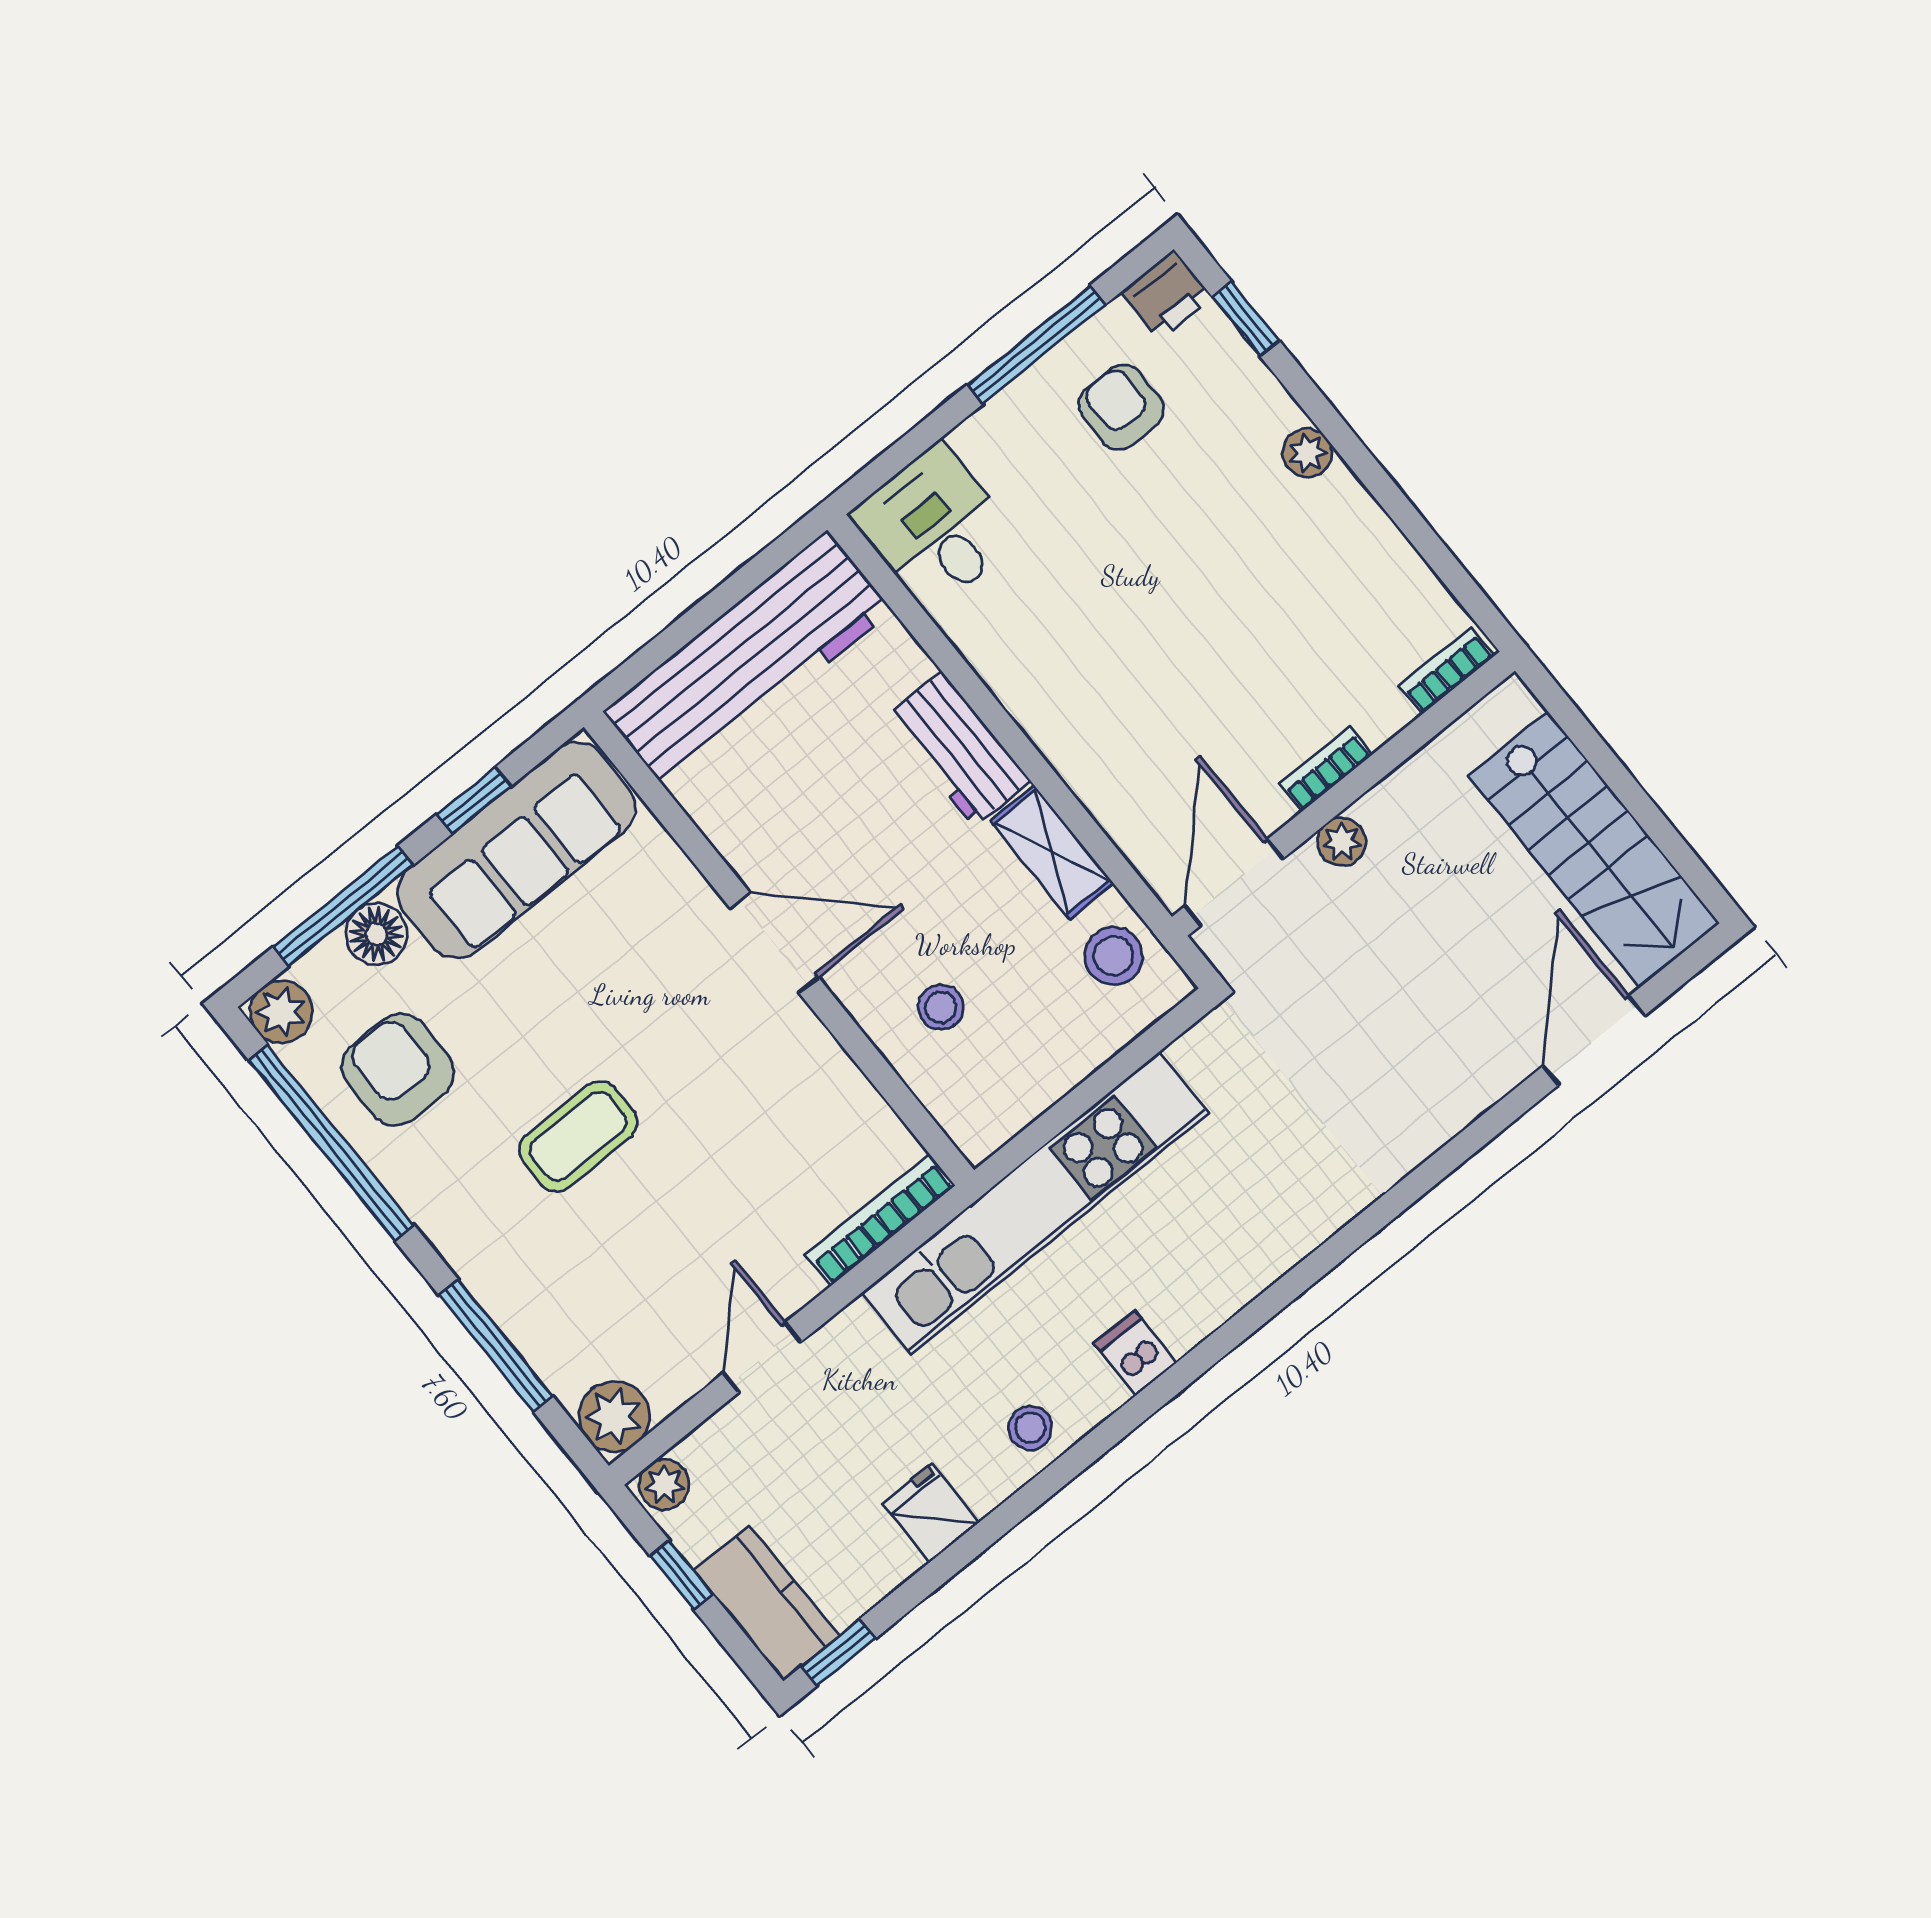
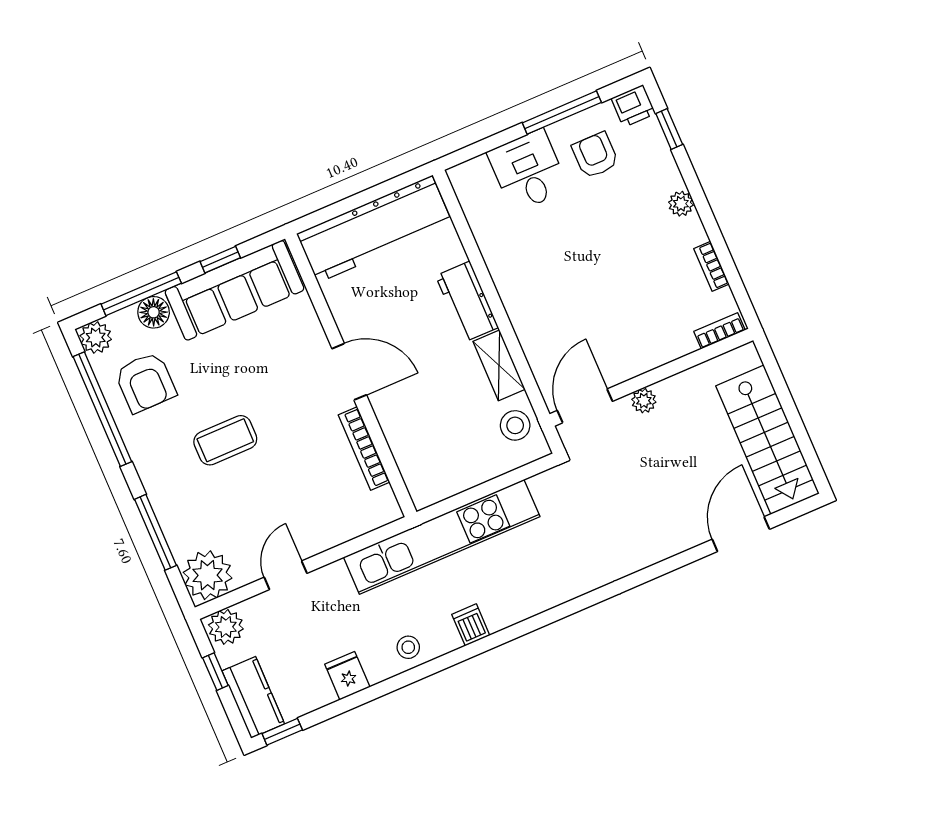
desk: (935, 527) -> (528, 171), moved
bookcase: (1326, 769) -> (711, 266), moved, turned -90
stool: (941, 1007) -> (423, 427), removed
armchair: (398, 1070) -> (145, 382), turned 180
bookcase: (880, 1220) -> (364, 449), moved, turned -90
plant: (614, 1416) -> (208, 575), width x1.36, depth x1.36
plant: (664, 1484) -> (226, 627), width x1.38, depth x1.38

